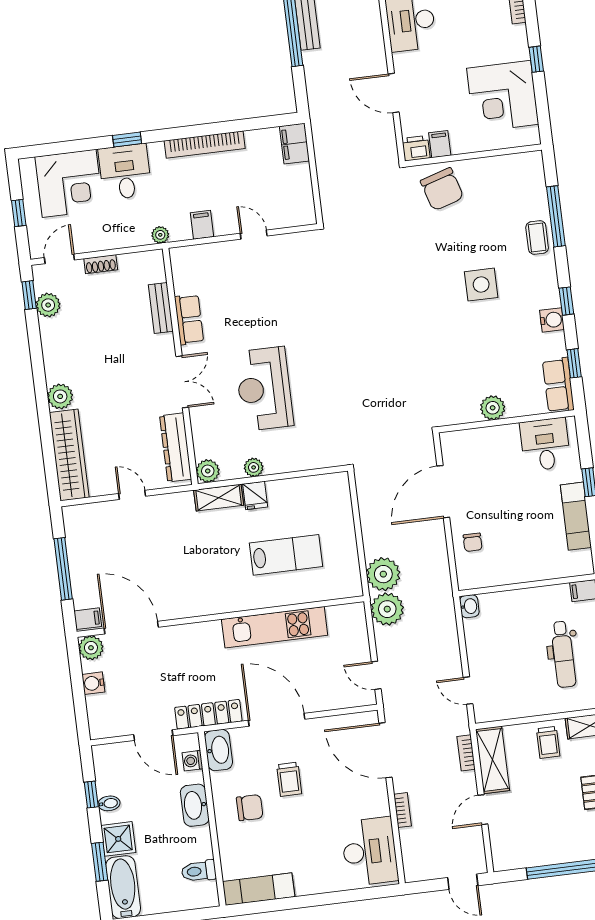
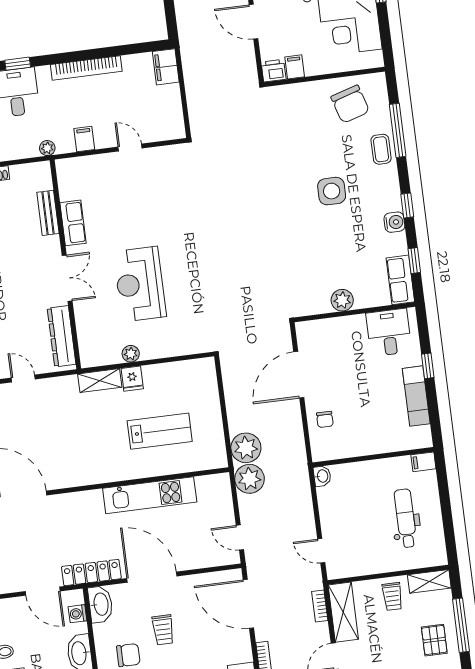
chair: (442, 189) -> (350, 104), moved
plant: (208, 471) -> (90, 357), removed
dental chair: (563, 654) -> (406, 518), turned 180

